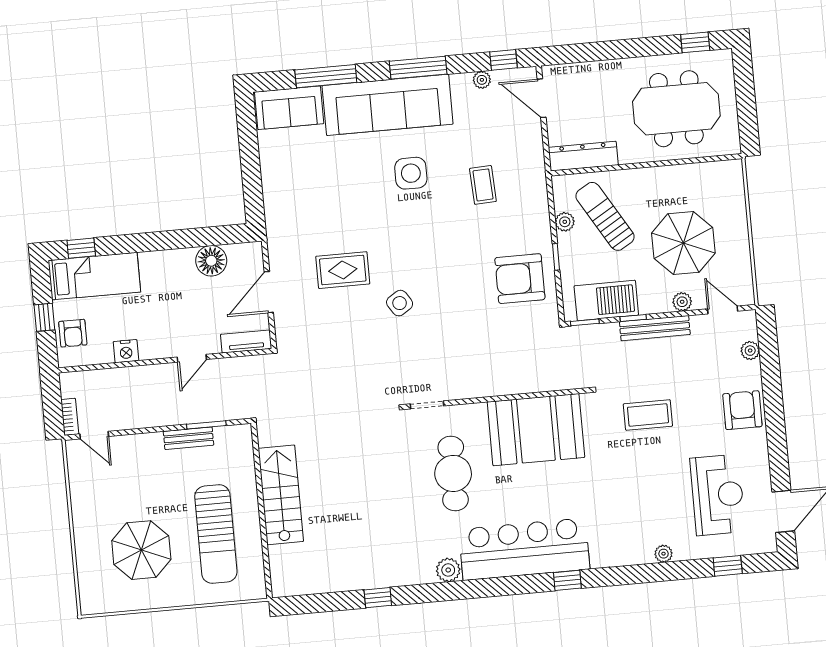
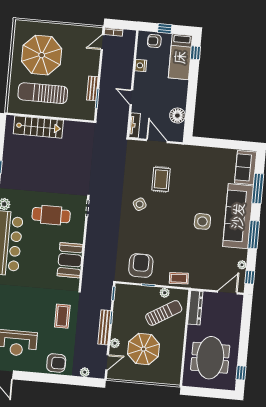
coffee table: (483, 185) -> (179, 278), moved
barbecue: (606, 300) -> (122, 306), removed
booth: (536, 430) -> (70, 260), width x0.73, depth x0.70
stairs: (281, 495) -> (38, 127), moved
parasol: (141, 550) -> (42, 55), width x1.36, depth x1.36

